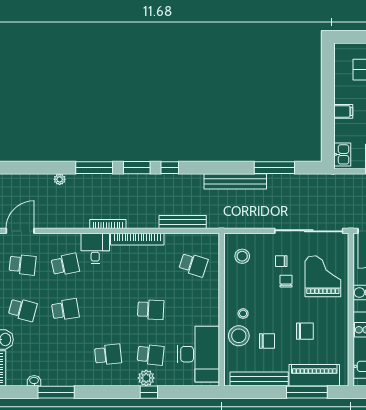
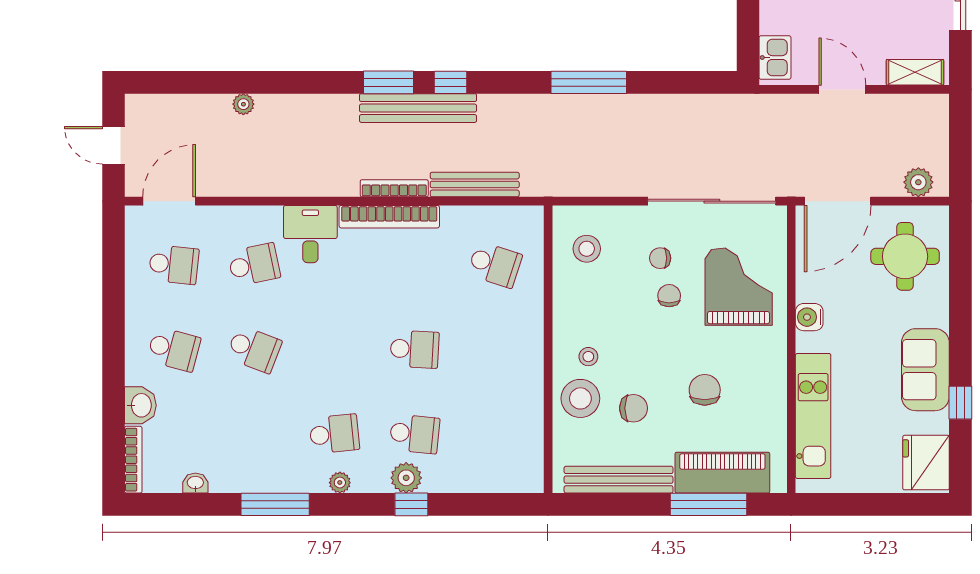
window: (94, 168) -> (308, 82), removed
window: (274, 168) -> (589, 82), moved
bench: (235, 181) -> (418, 108), moved
bookcase: (108, 224) -> (394, 188), moved
school desk: (65, 310) -> (254, 349), turned 30
chair: (305, 331) -> (705, 390), turned -90
desk: (198, 354) -> (504, 433), removed
plant: (111, 380) -> (340, 483), added
window: (56, 392) -> (275, 504), moved

